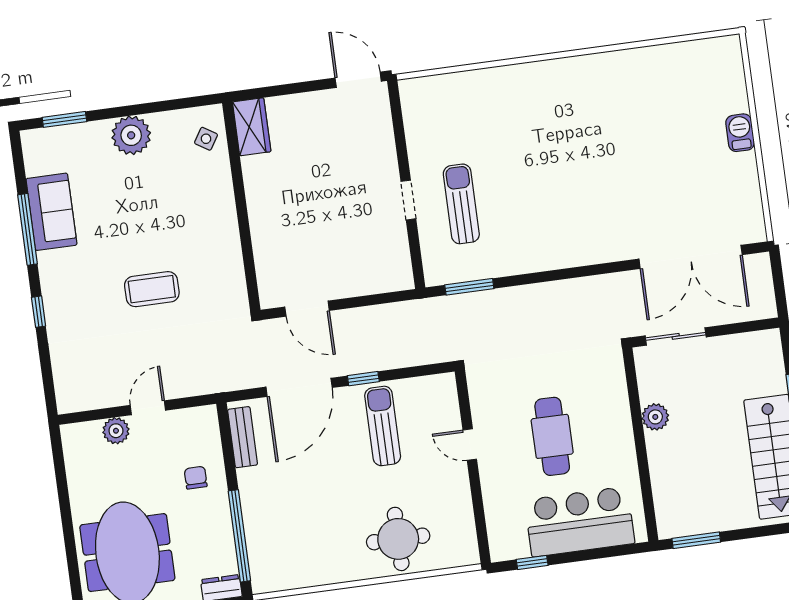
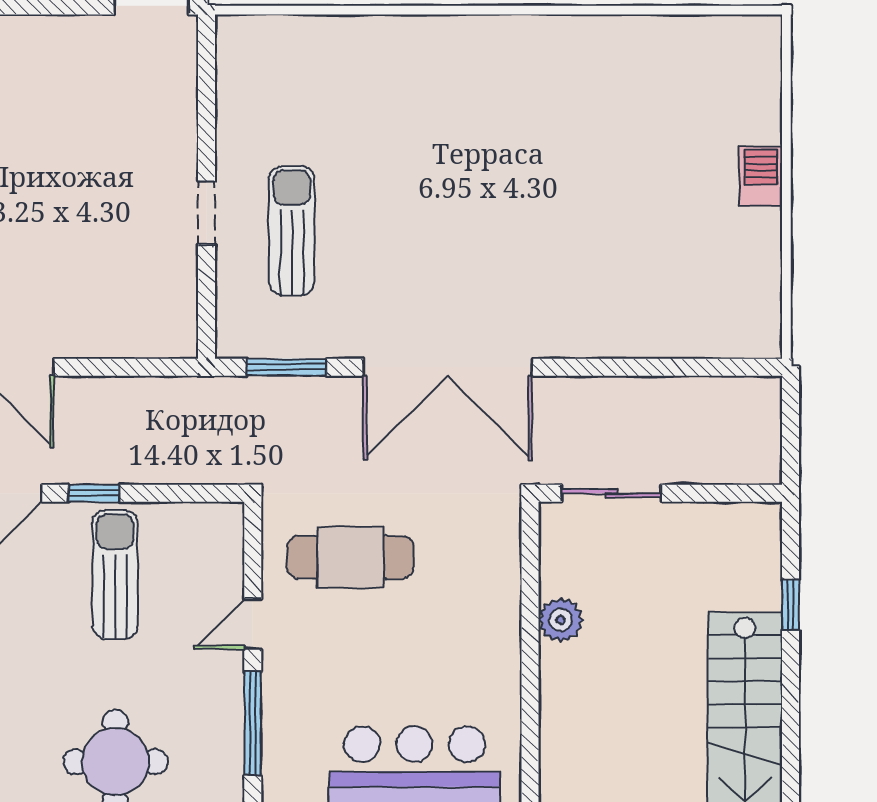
double door: (691, 257) -> (448, 367), moved
cafe table: (552, 436) -> (350, 557), moved, turned 90
door: (470, 445) -> (253, 624), hinge flipped
window: (478, 505) -> (253, 723), added

